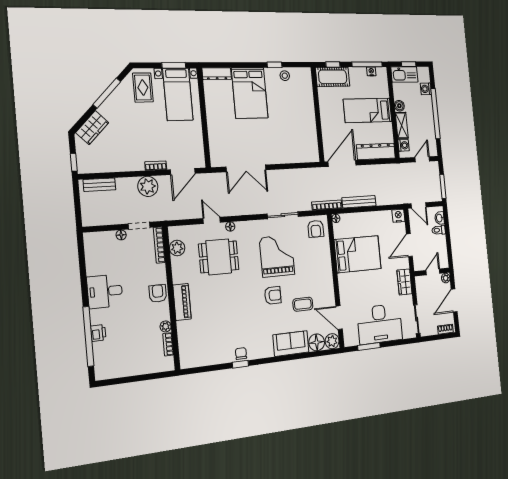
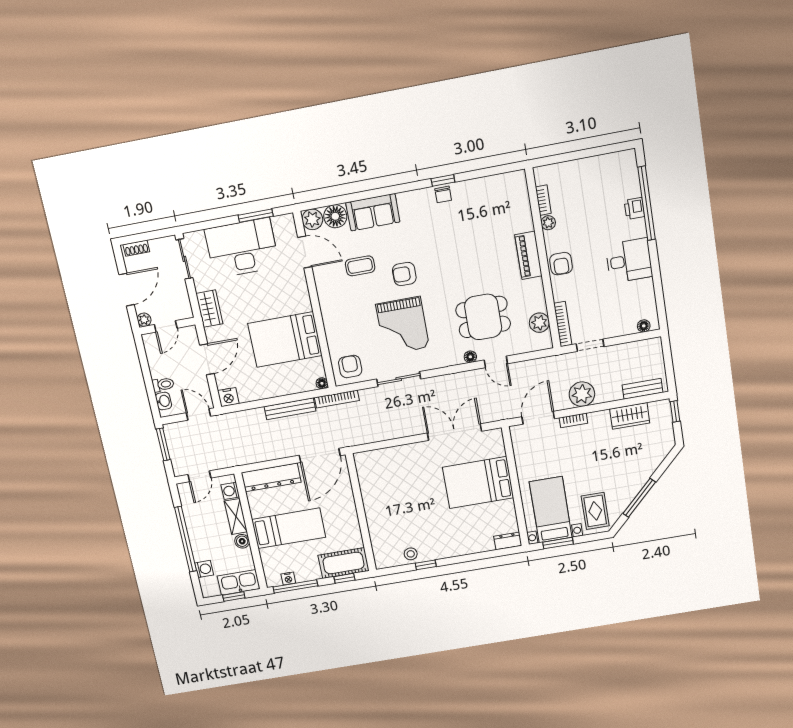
dresser: (217, 74) -> (508, 541), width x0.70
bed: (250, 93) -> (478, 483), moved, turned -90
wardrobe: (92, 128) -> (630, 416), moved, turned -135
floor lamp: (121, 235) -> (644, 326), moved

